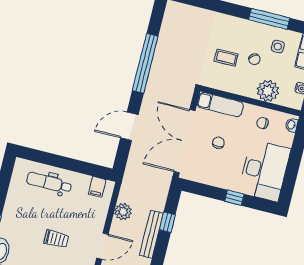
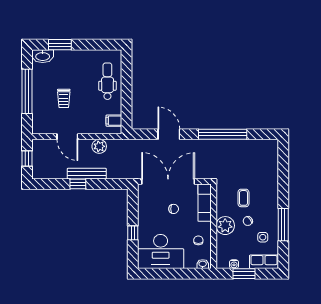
plant: (268, 91) -> (225, 226), moved
window: (167, 222) -> (78, 184), moved

